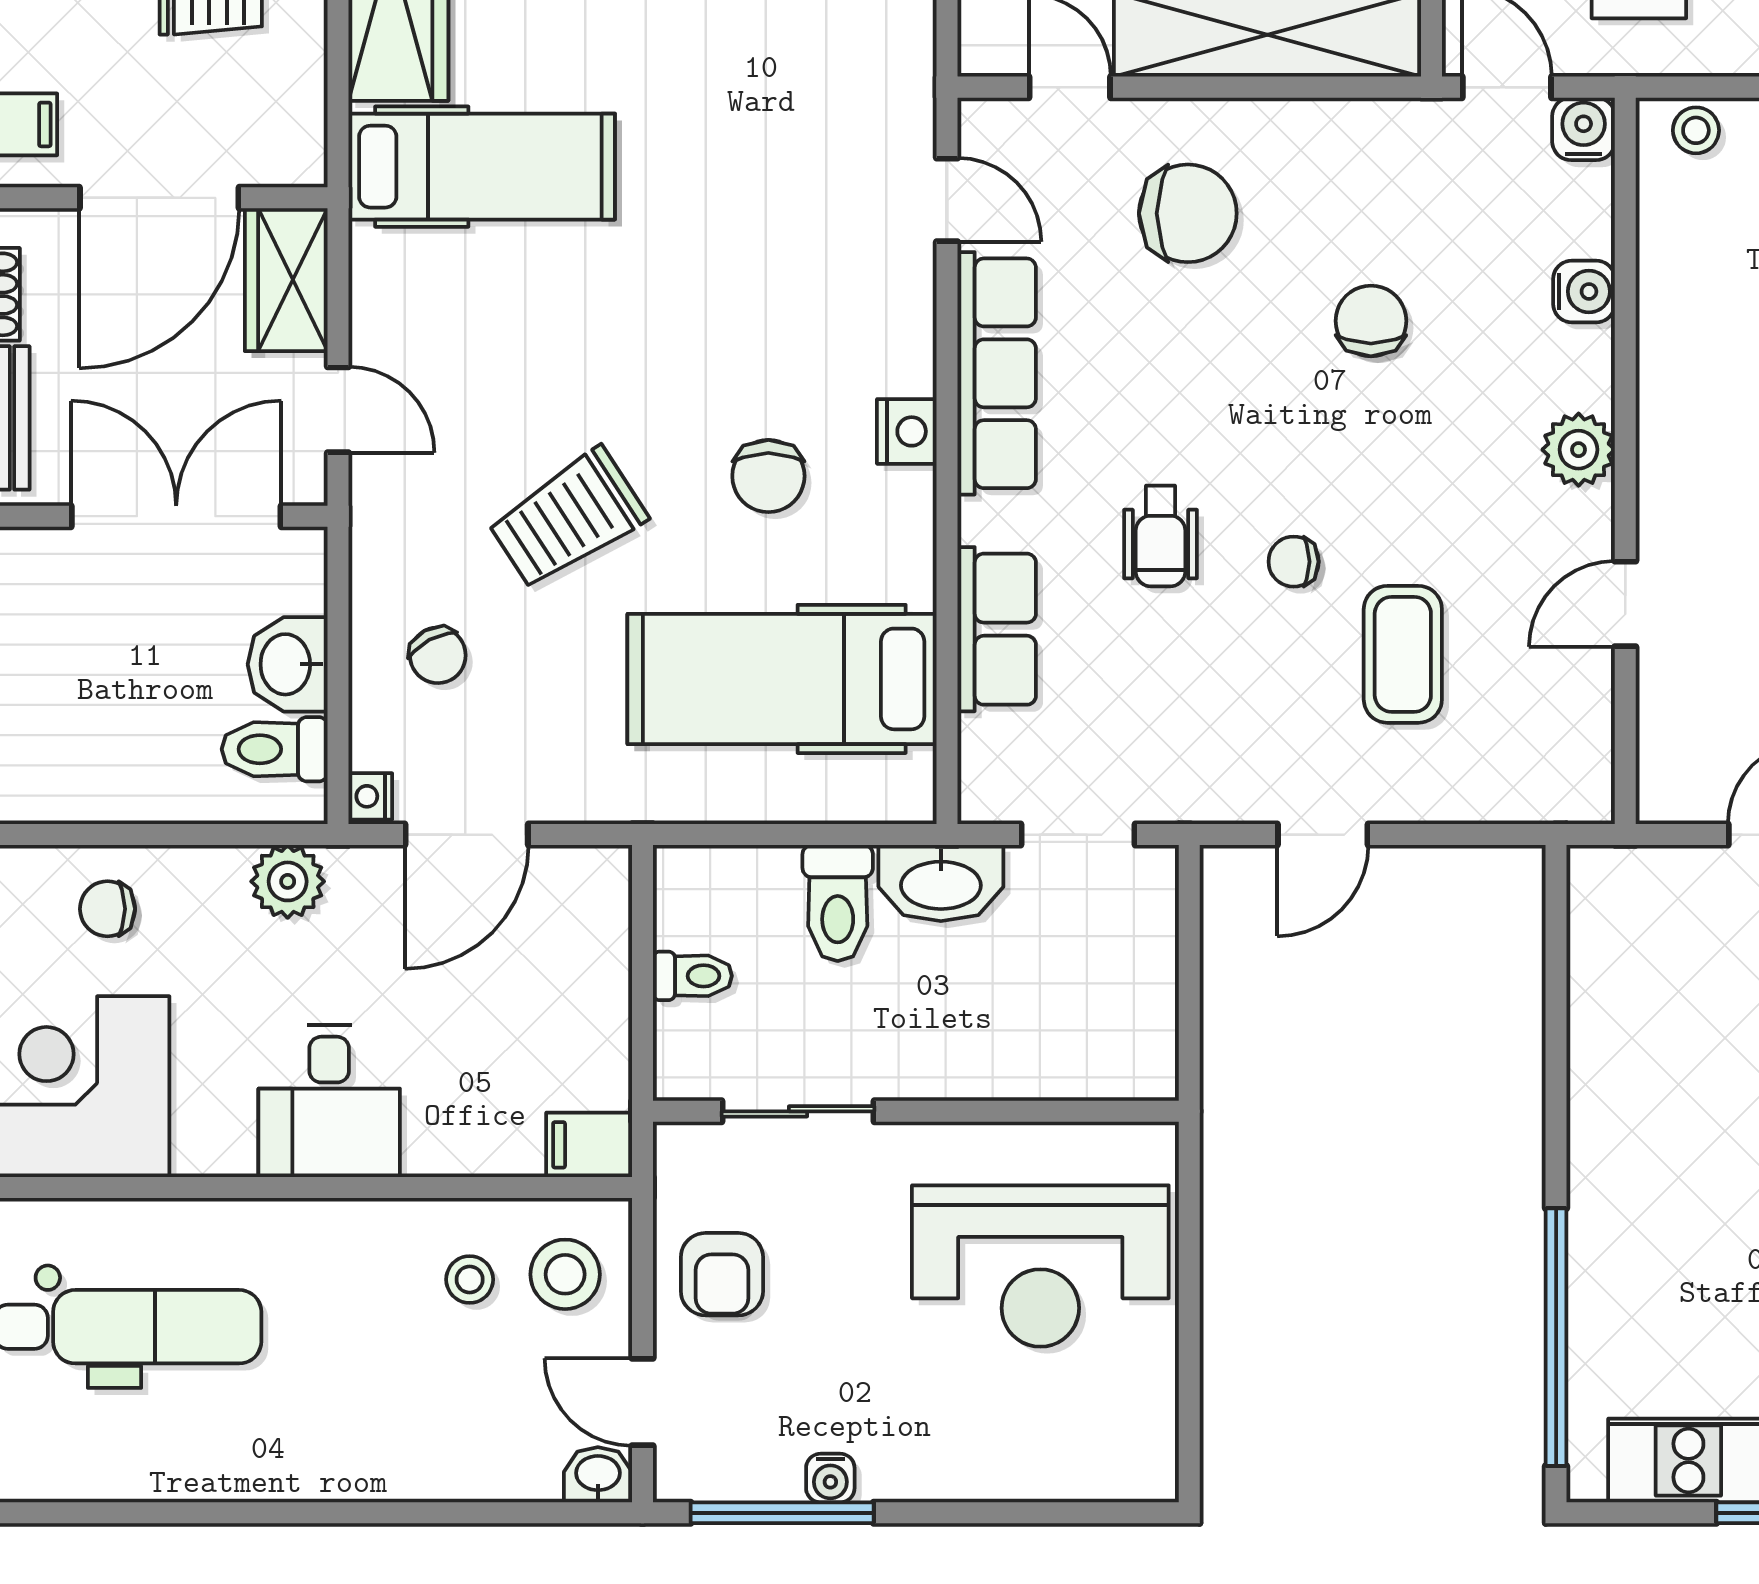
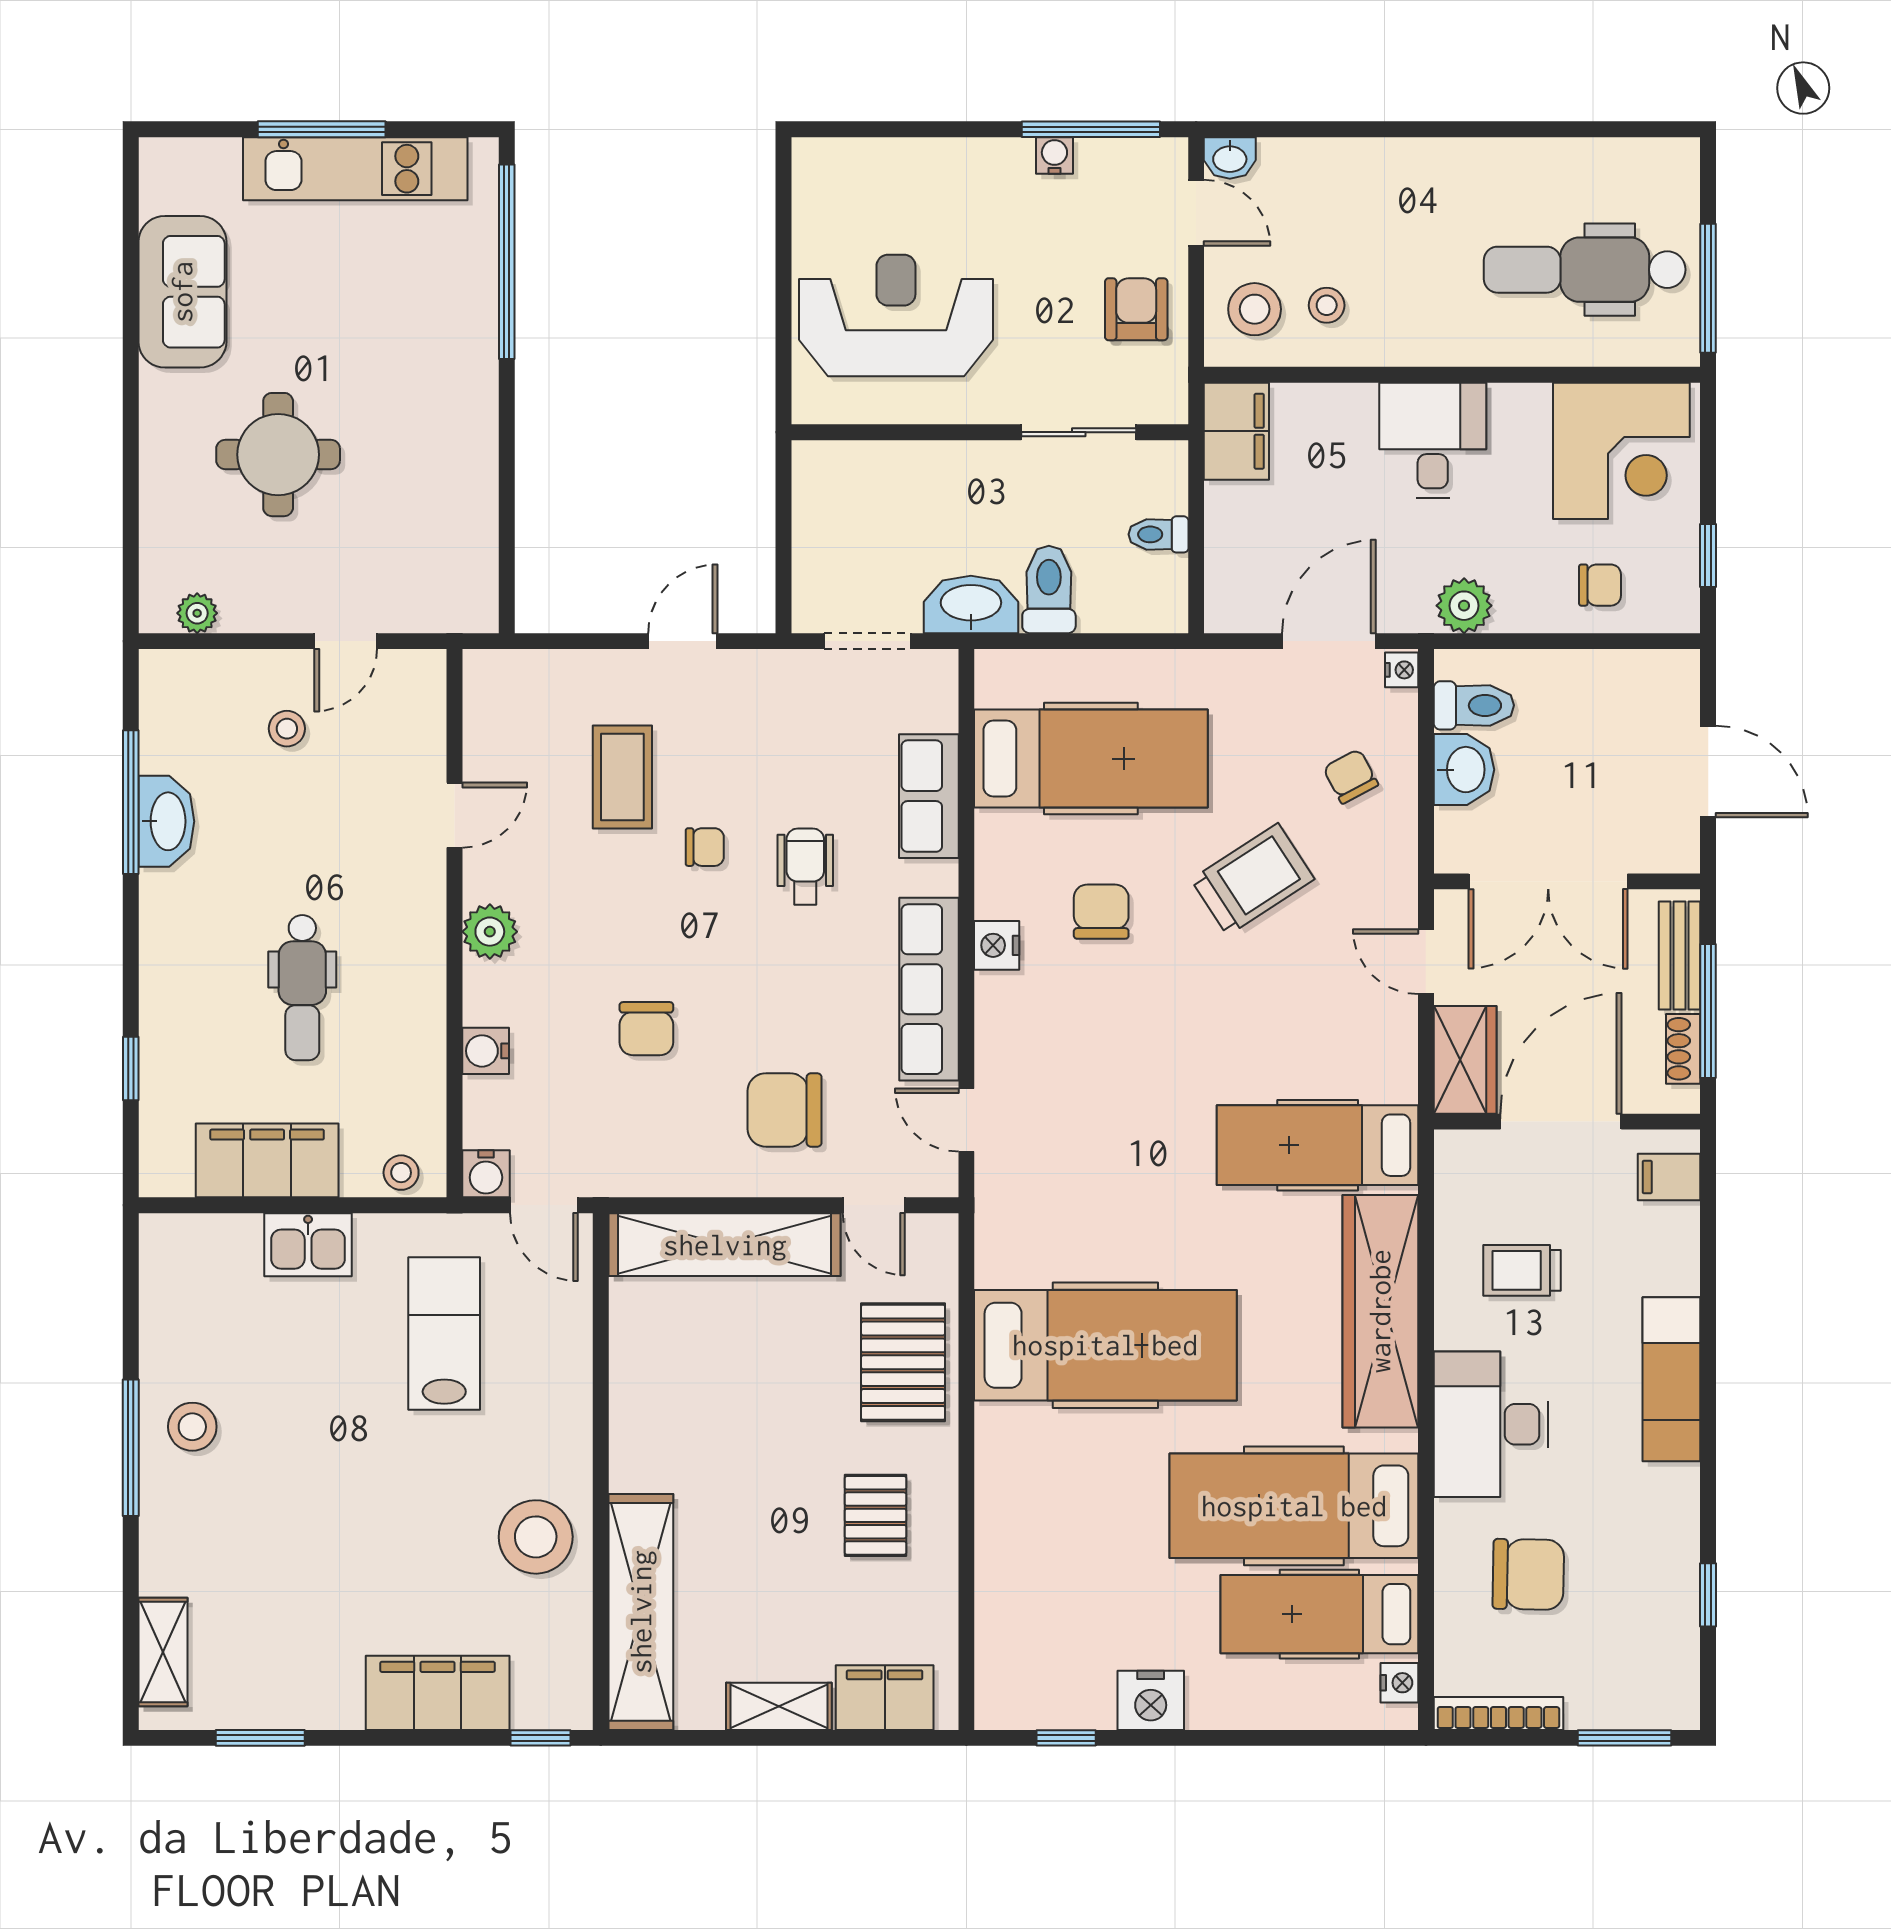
filing cabinet: (589, 1145) -> (1236, 431), width x2.00

